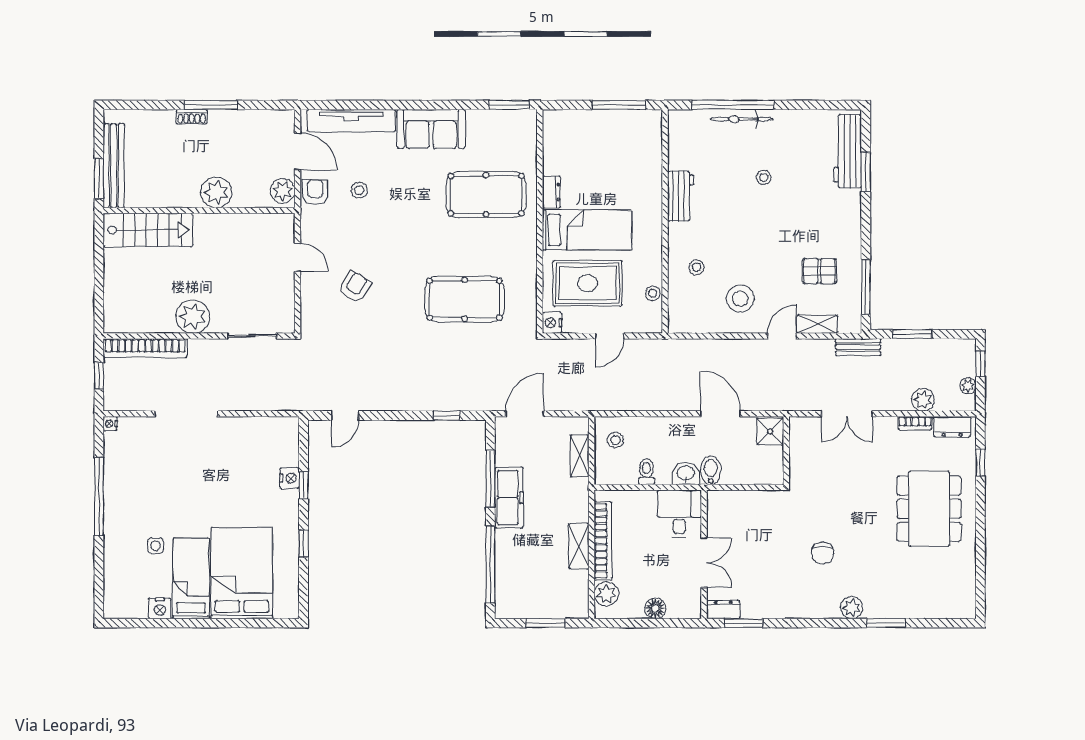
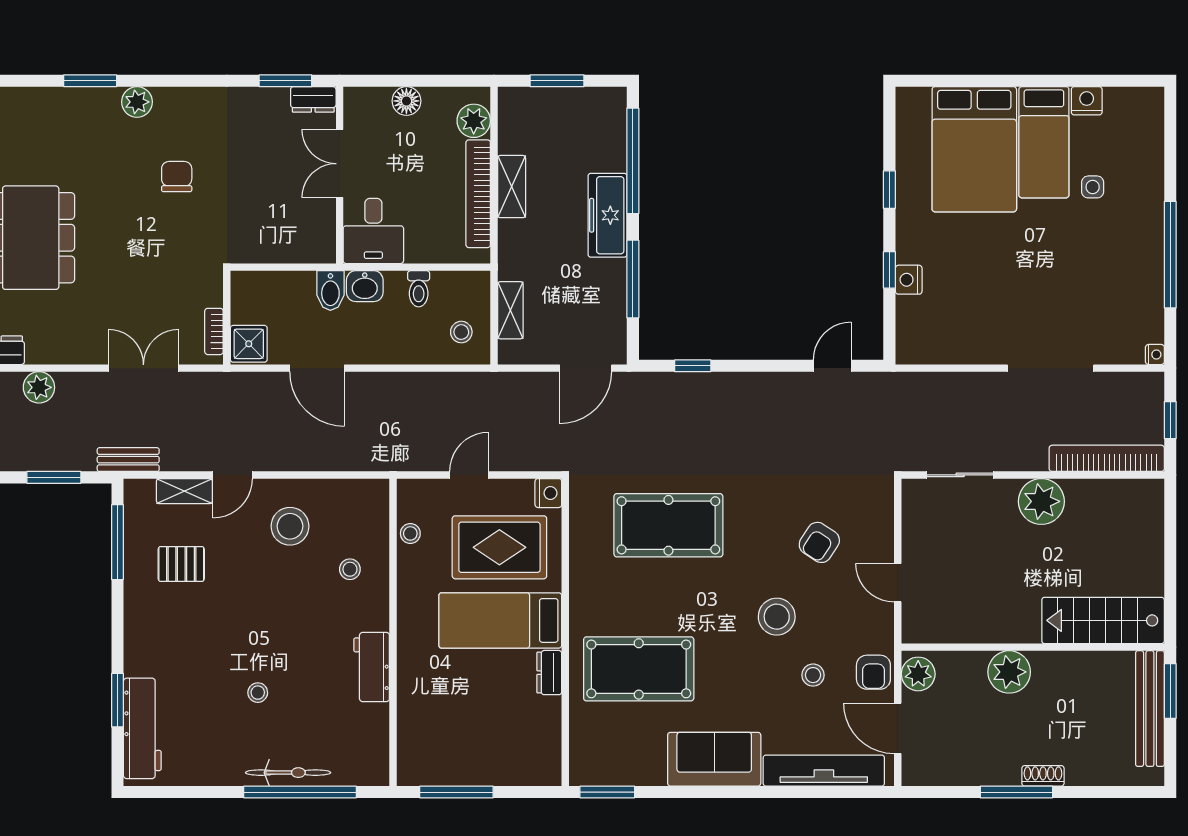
stool: (386, 233) -> (777, 617), added
bookcase: (915, 423) -> (214, 331), moved, turned -90
freezer: (509, 498) -> (608, 215), moved

